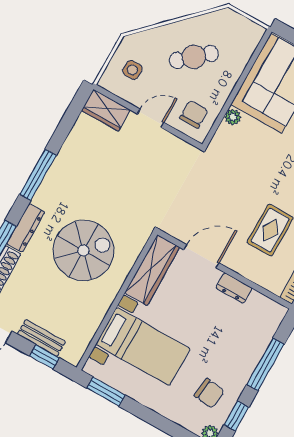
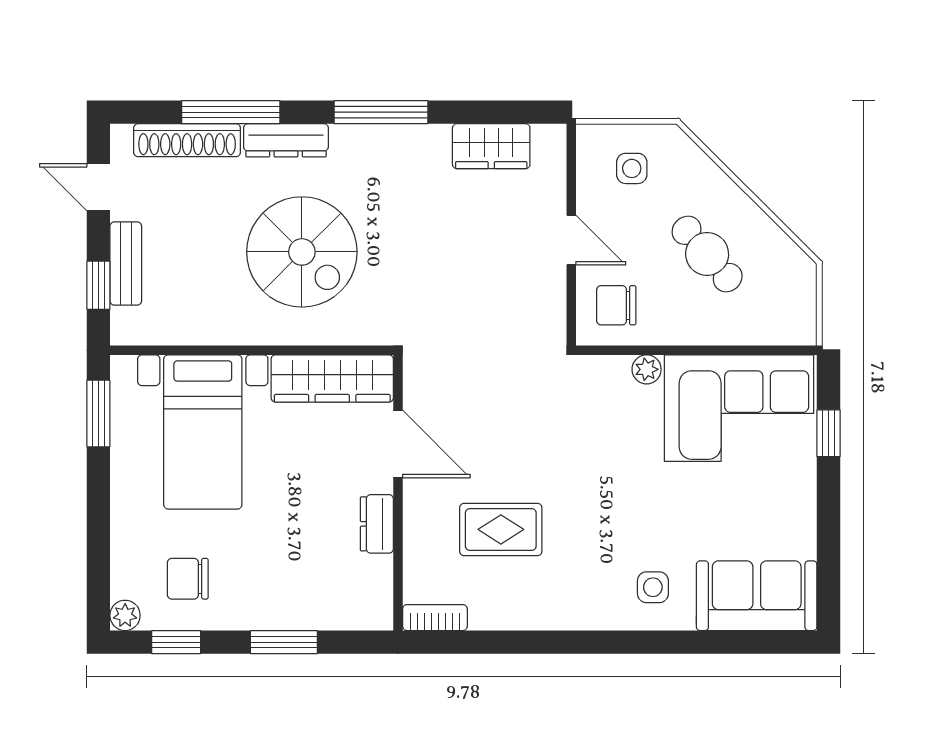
wardrobe: (106, 110) -> (491, 146), moved, turned -90
chair: (194, 114) -> (616, 305), turned 180
window: (265, 364) -> (284, 642), width x0.69
chair: (209, 393) -> (188, 579), turned 83

